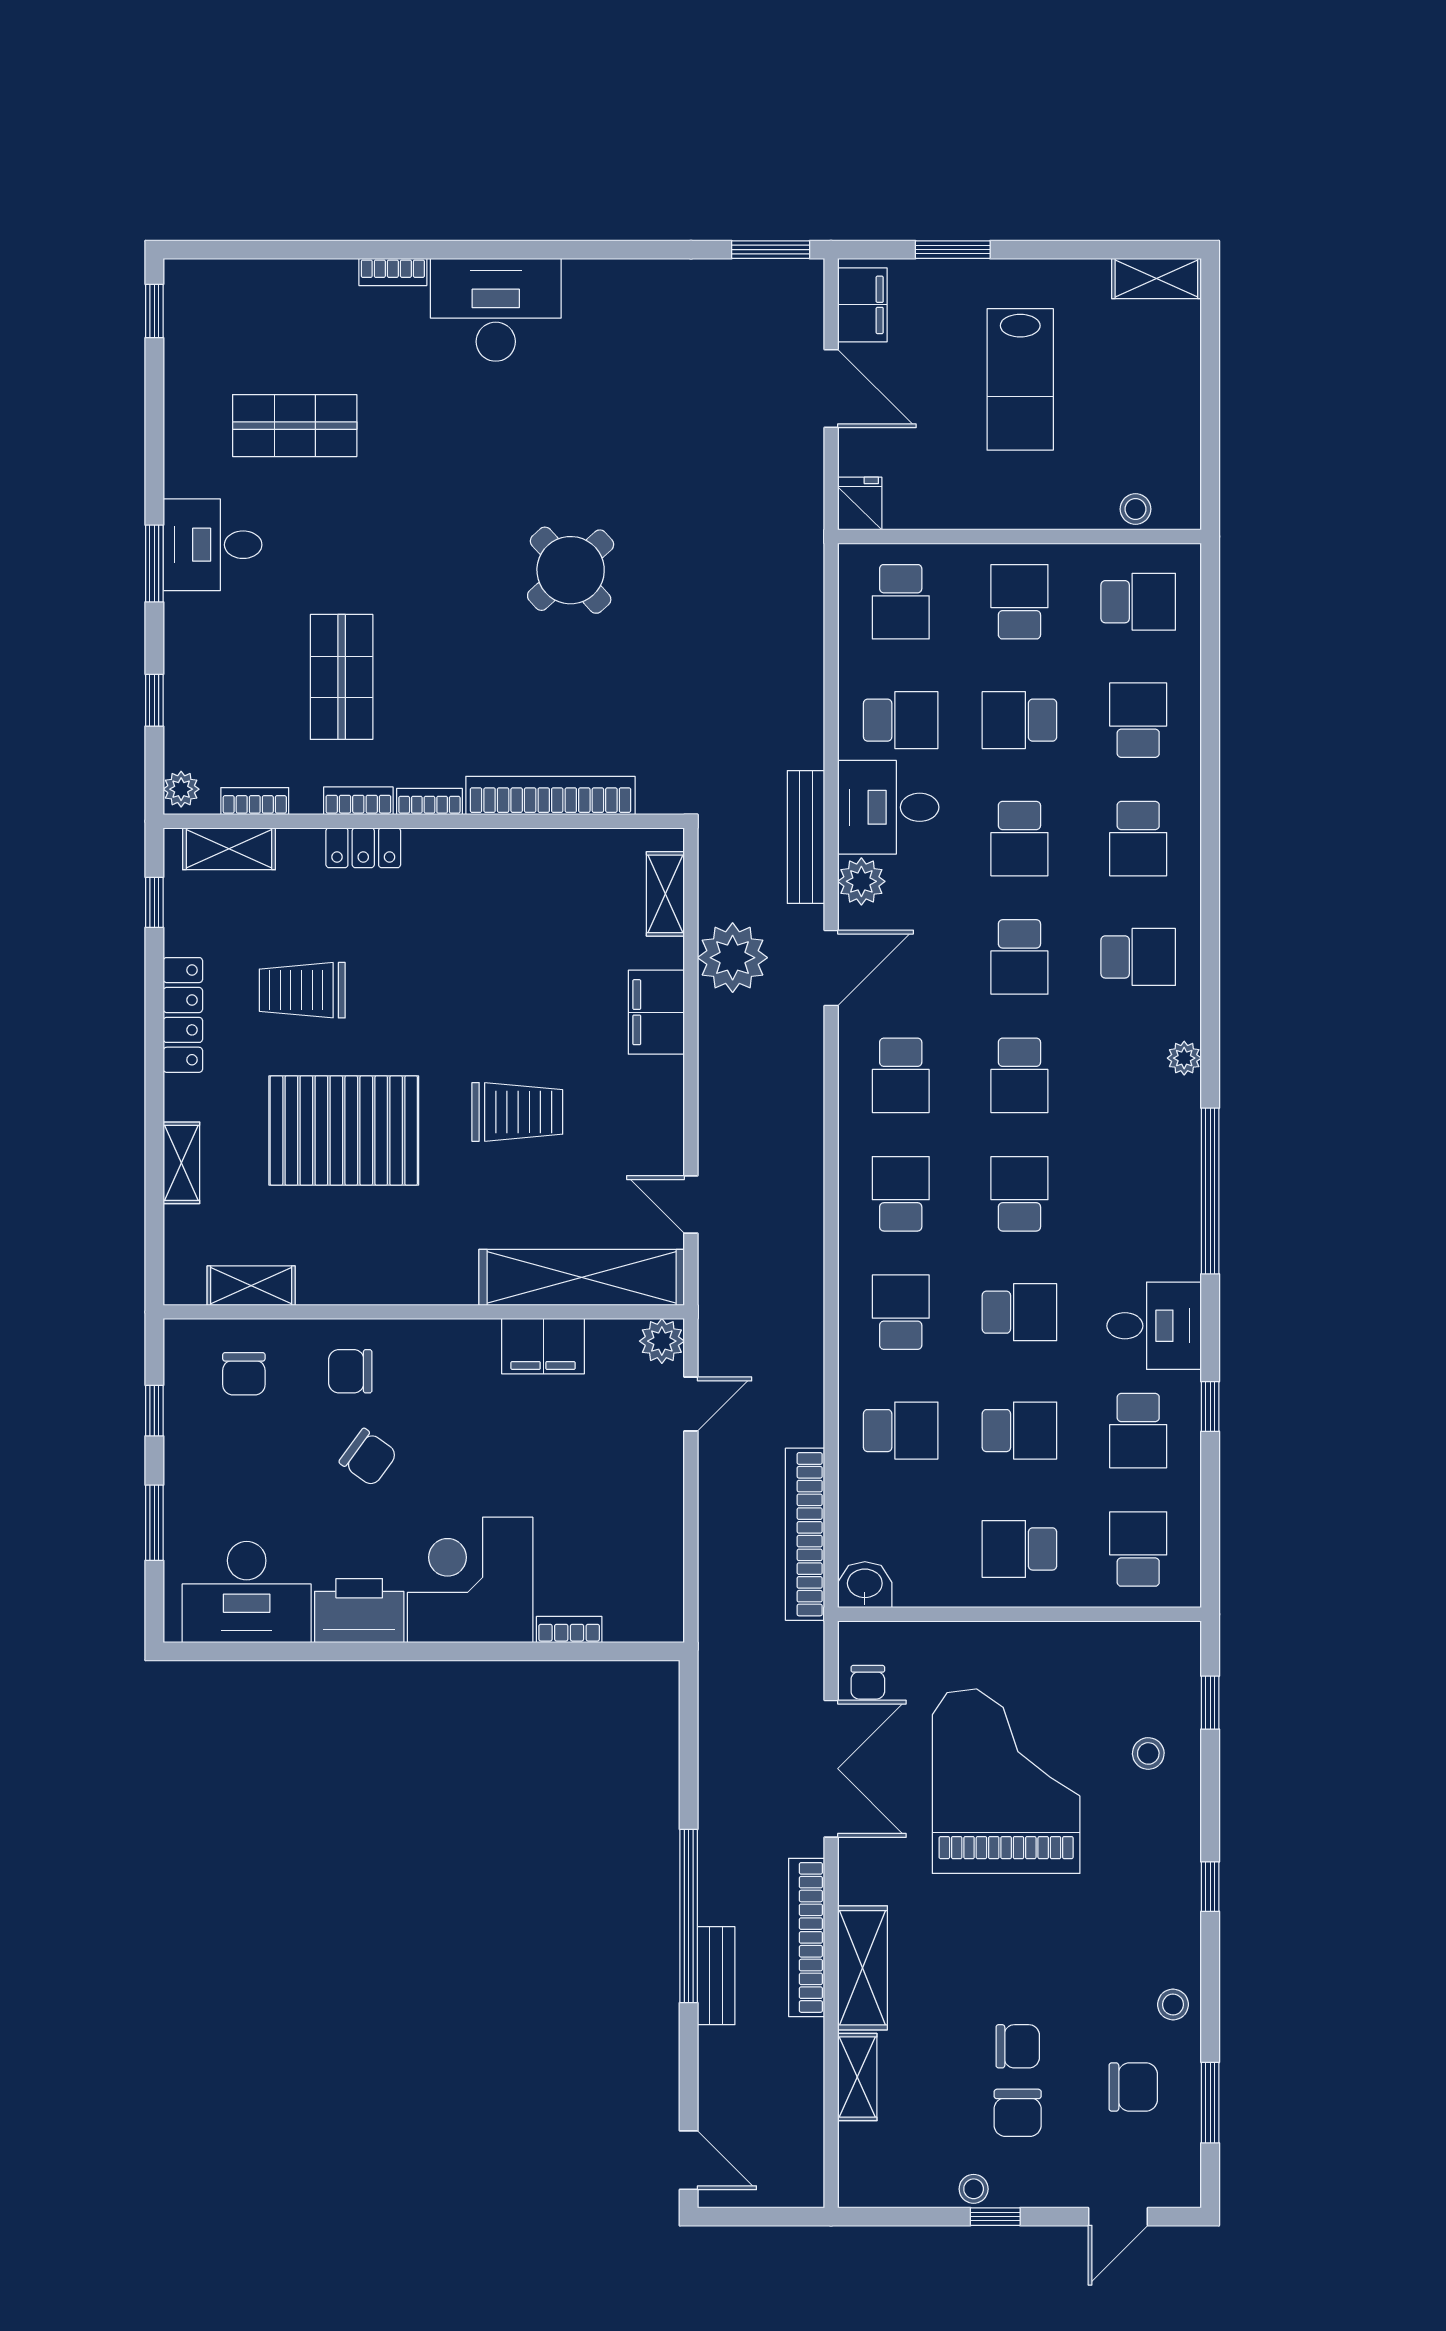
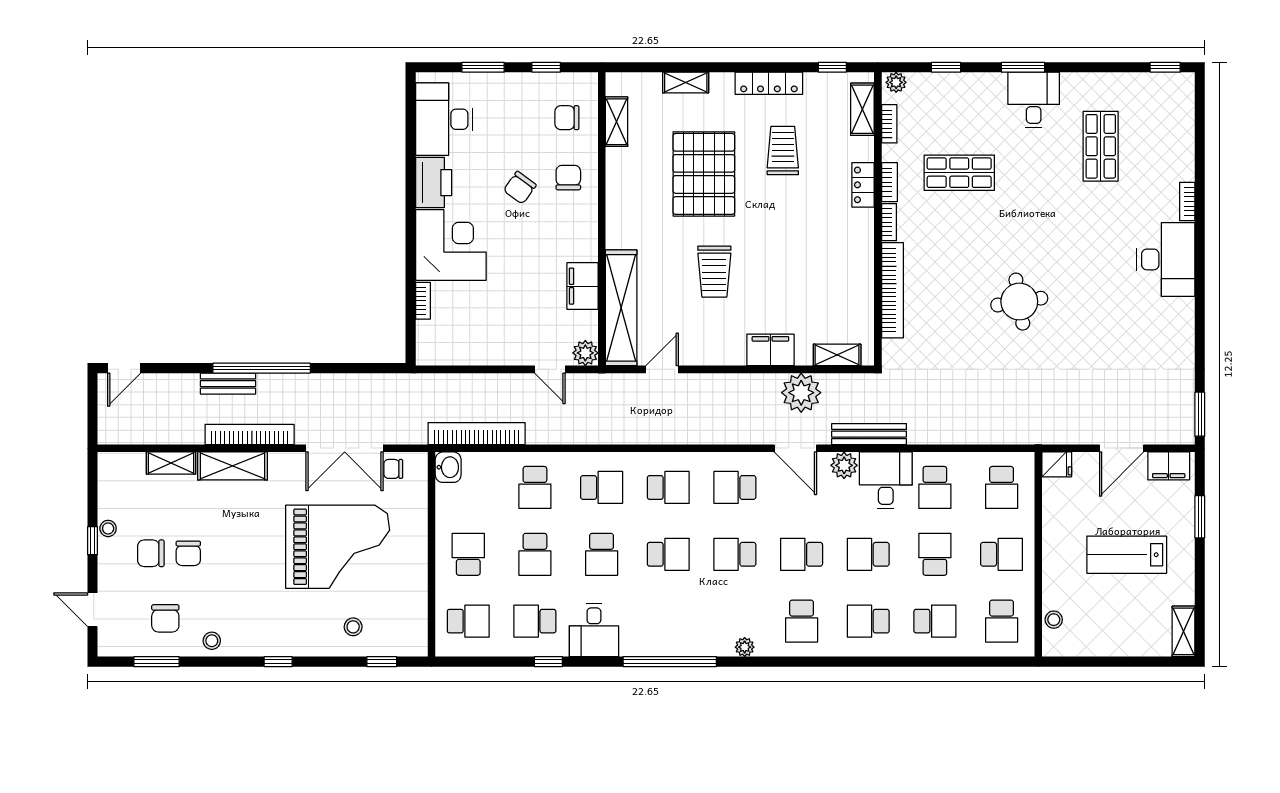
round table: (571, 570) -> (1019, 302), turned 33
school desk: (901, 602) -> (1002, 487), turned -90

